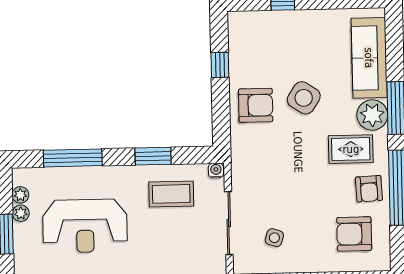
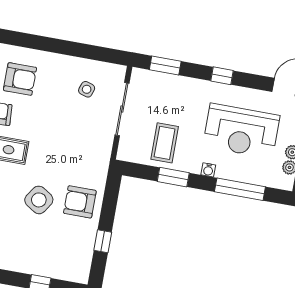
water cooler: (216, 171) -> (208, 170), moved
coffee table: (171, 194) -> (165, 143), turned 90
reception desk: (85, 226) -> (241, 131), turned 180

